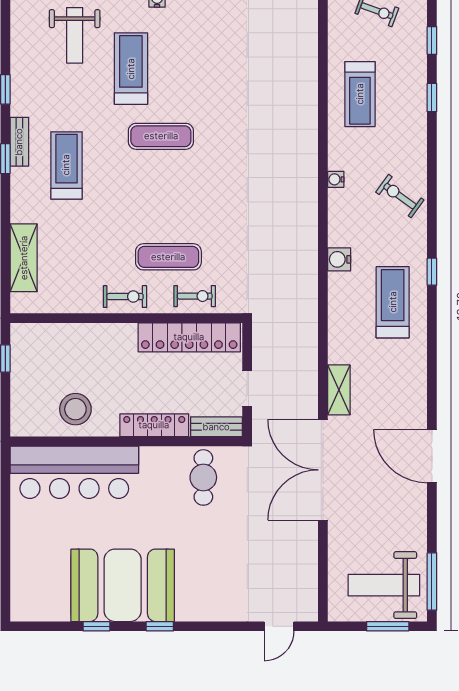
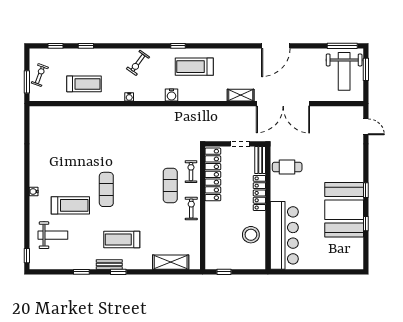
treadmill: (131, 69) -> (70, 205), turned 180

